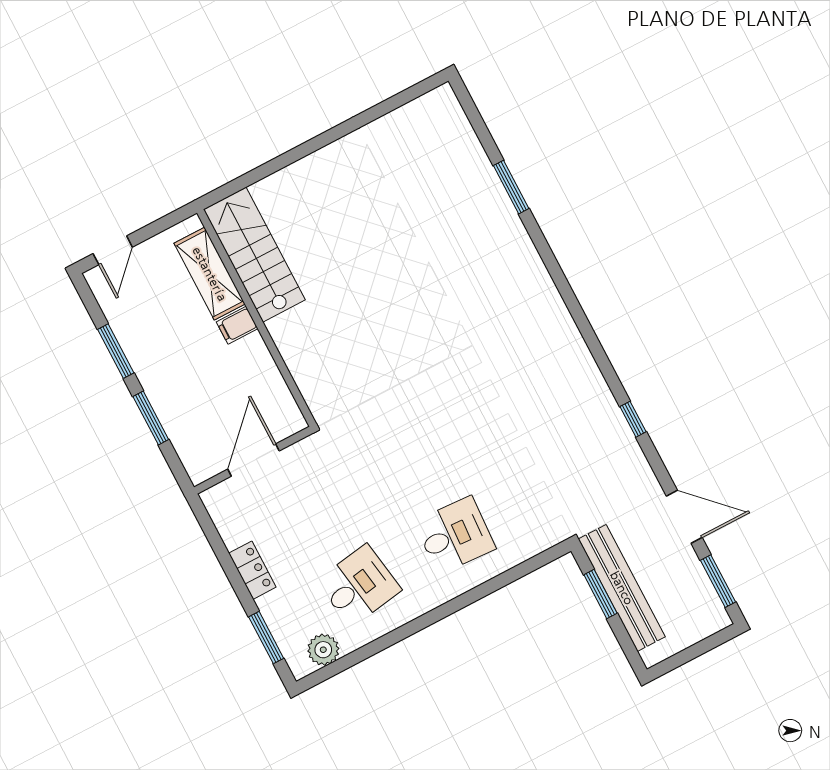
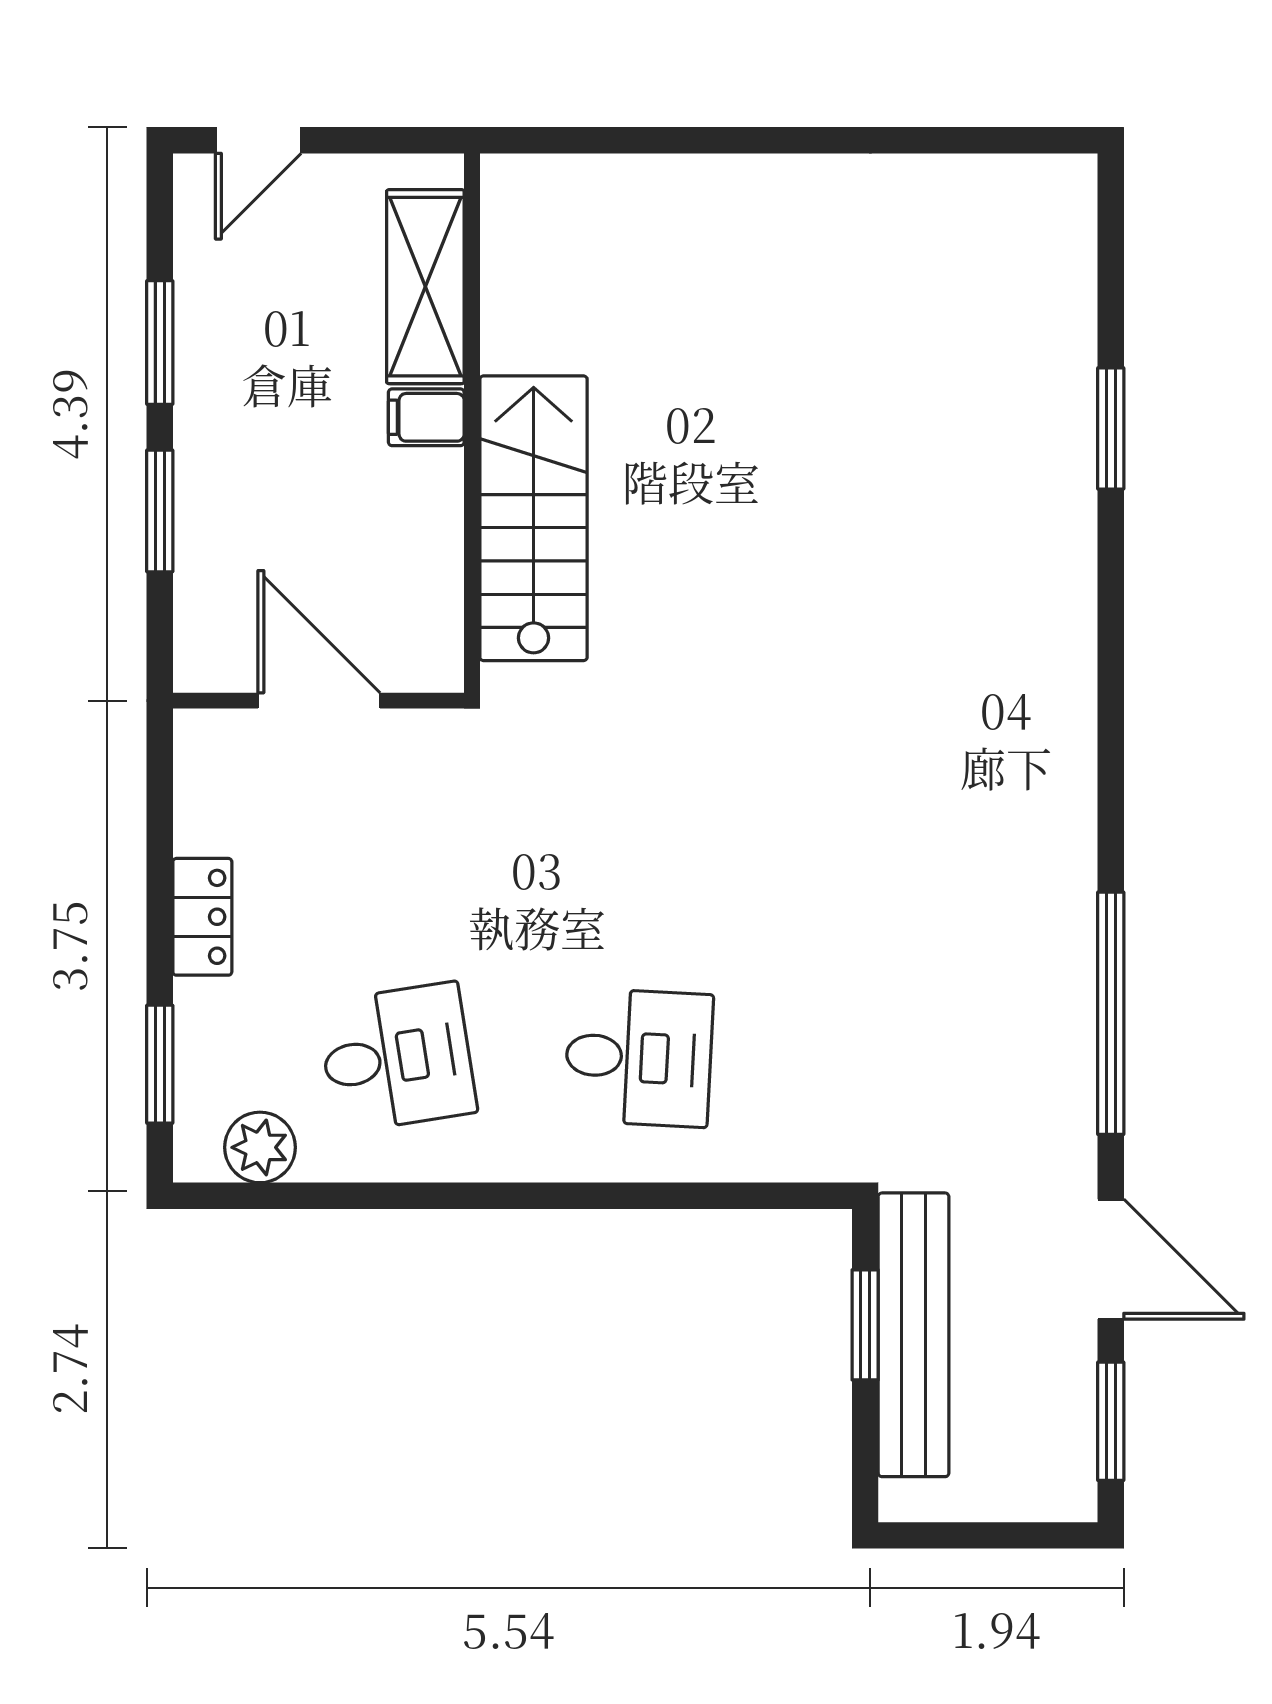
stairs: (254, 255) -> (534, 518), moved
window: (633, 419) -> (1111, 1013), width x3.17
door: (254, 460) -> (319, 701), hinge flipped

